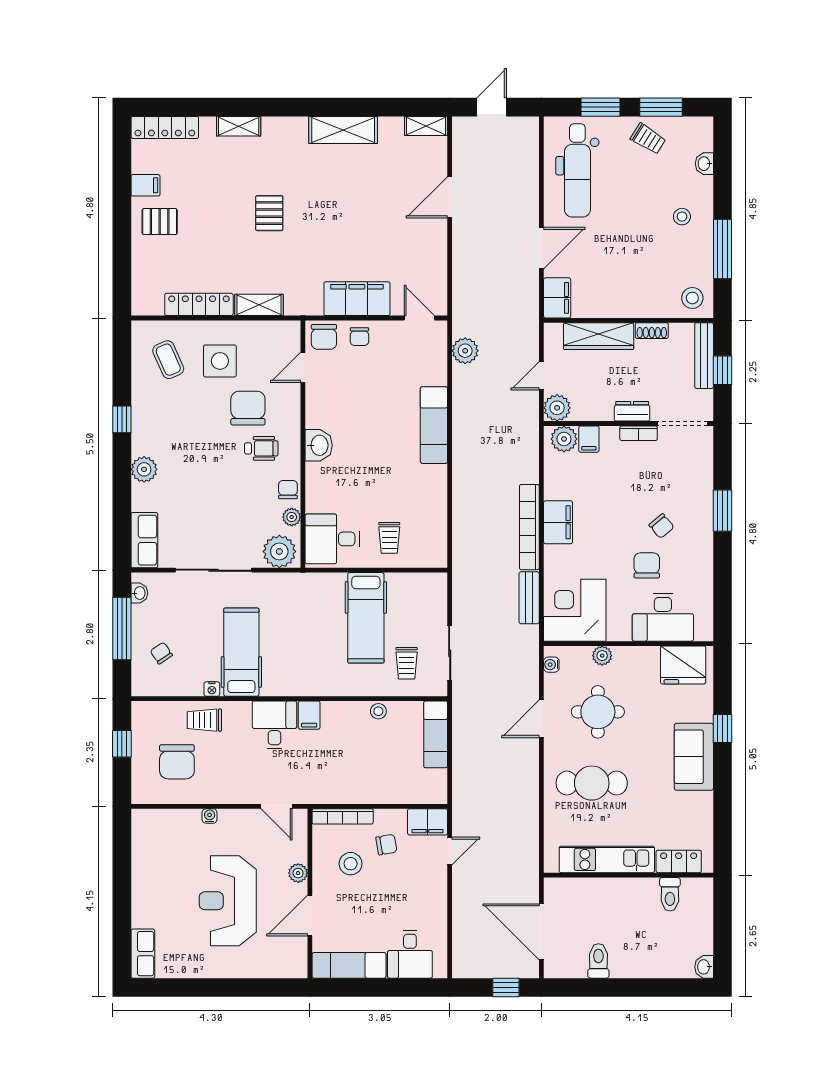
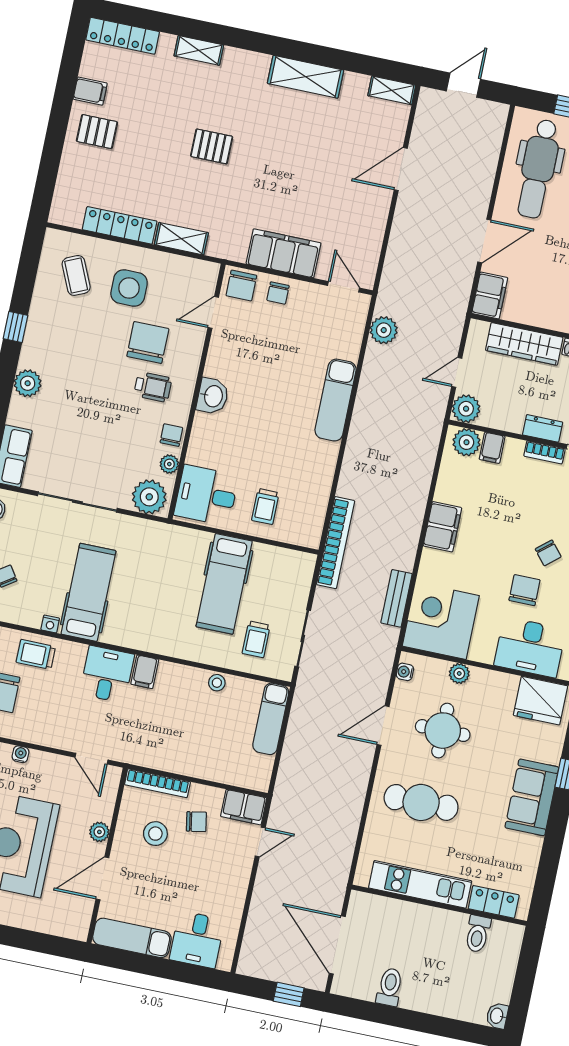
pallet: (269, 213) -> (212, 146), turned 90
bookcase: (529, 527) -> (336, 543), moved, turned 180

